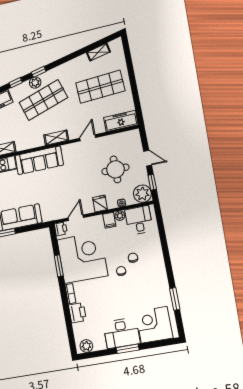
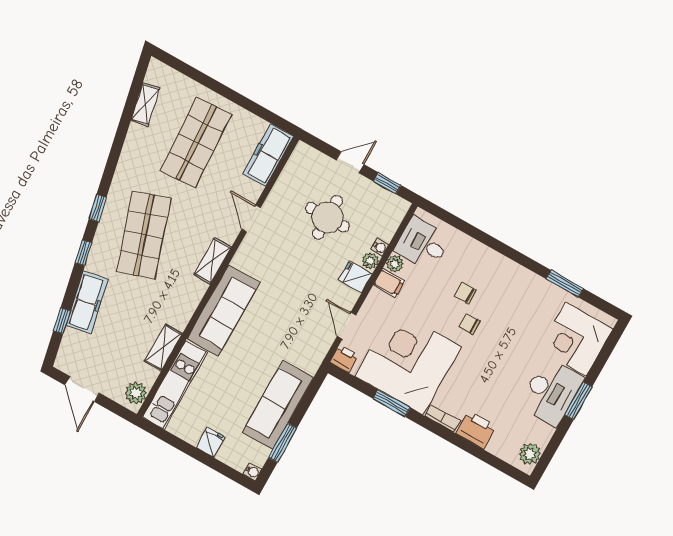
plant: (35, 83) -> (109, 226), removed
plant: (142, 194) -> (370, 261), moved, width x0.53, depth x0.53

